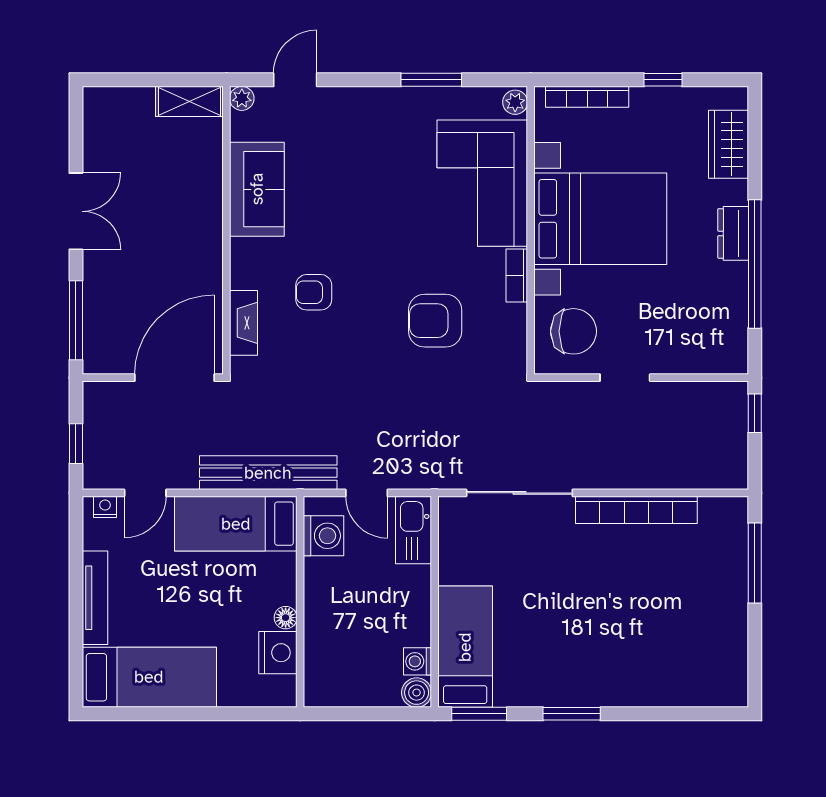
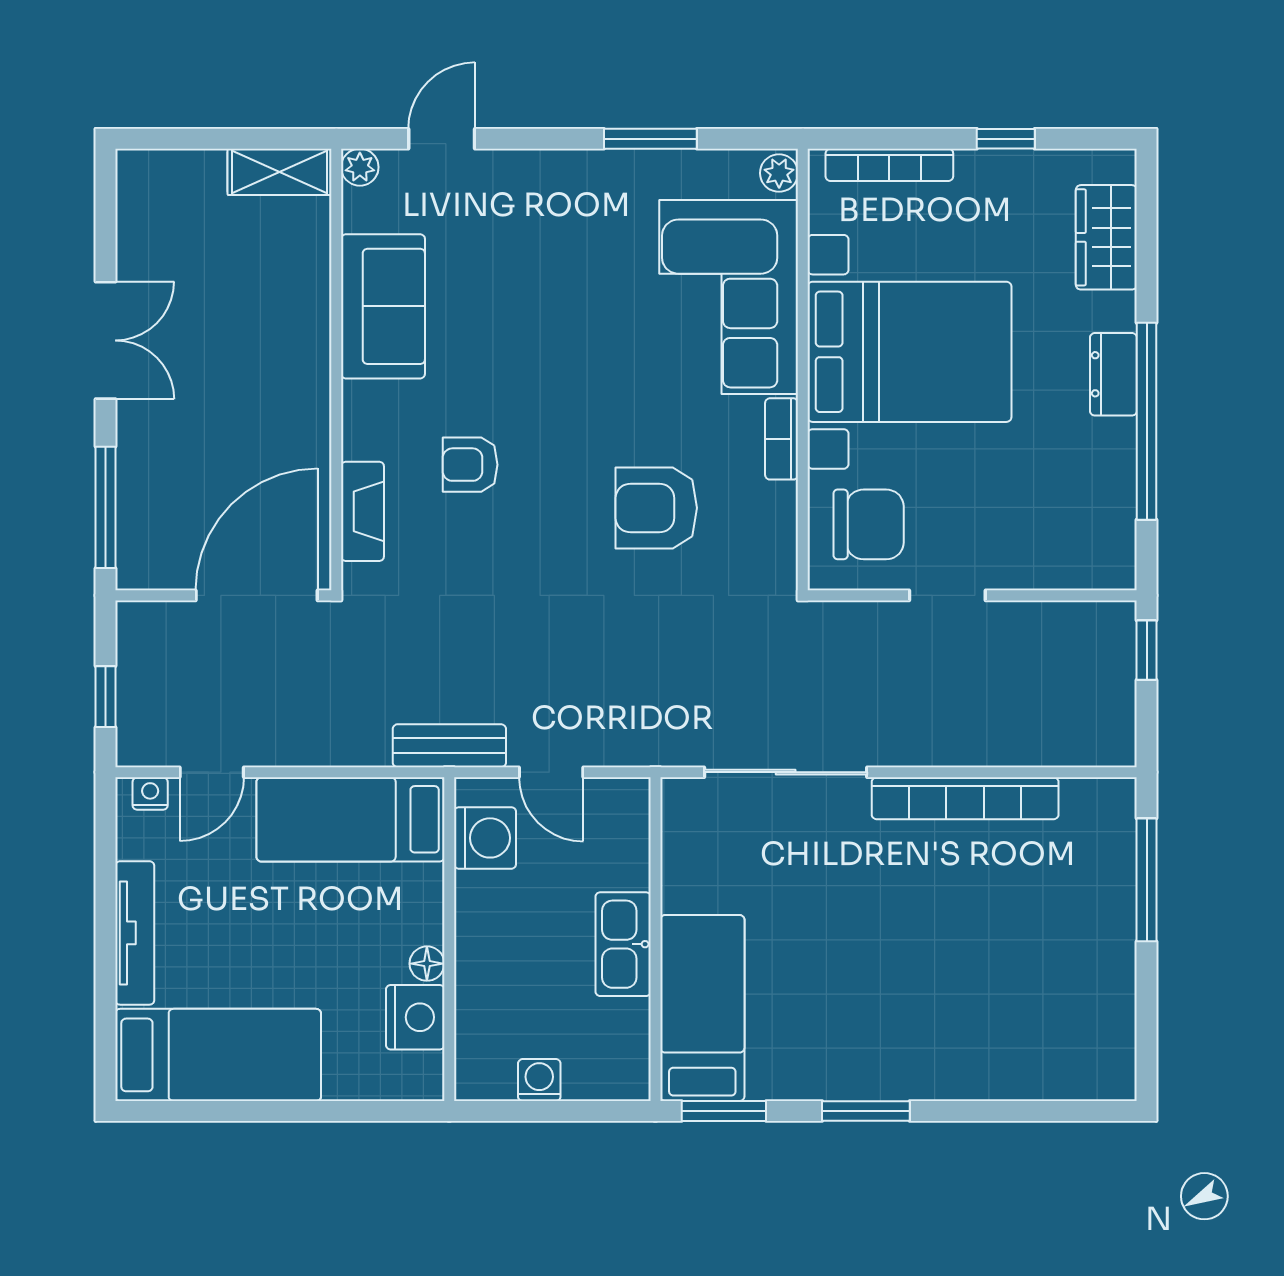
bench: (268, 473) -> (449, 746), width x0.54, depth x0.82
kitchen sink: (413, 530) -> (623, 944), moved
washing machine: (418, 661) -> (539, 1080), moved, turned 90
boiler: (417, 693) -> (628, 1078), removed

